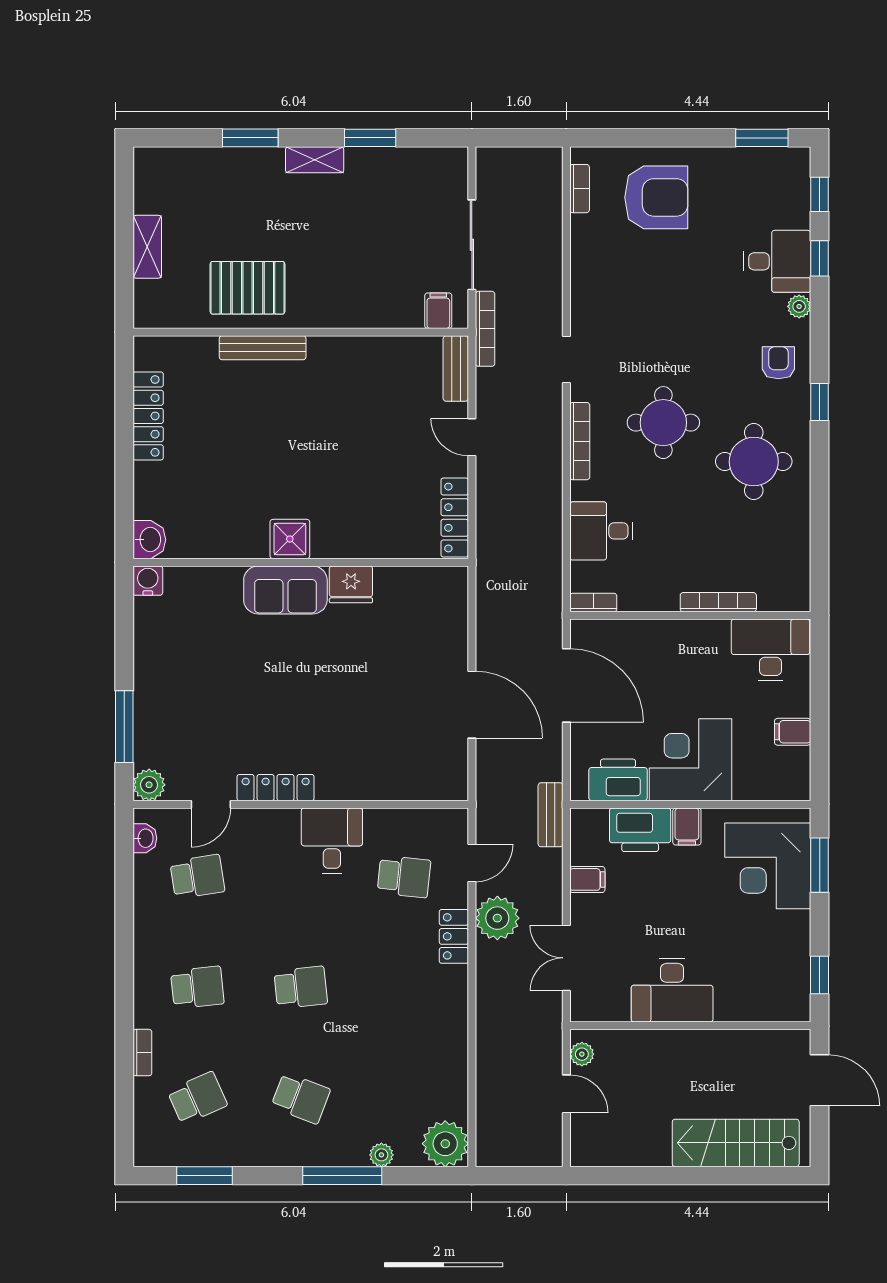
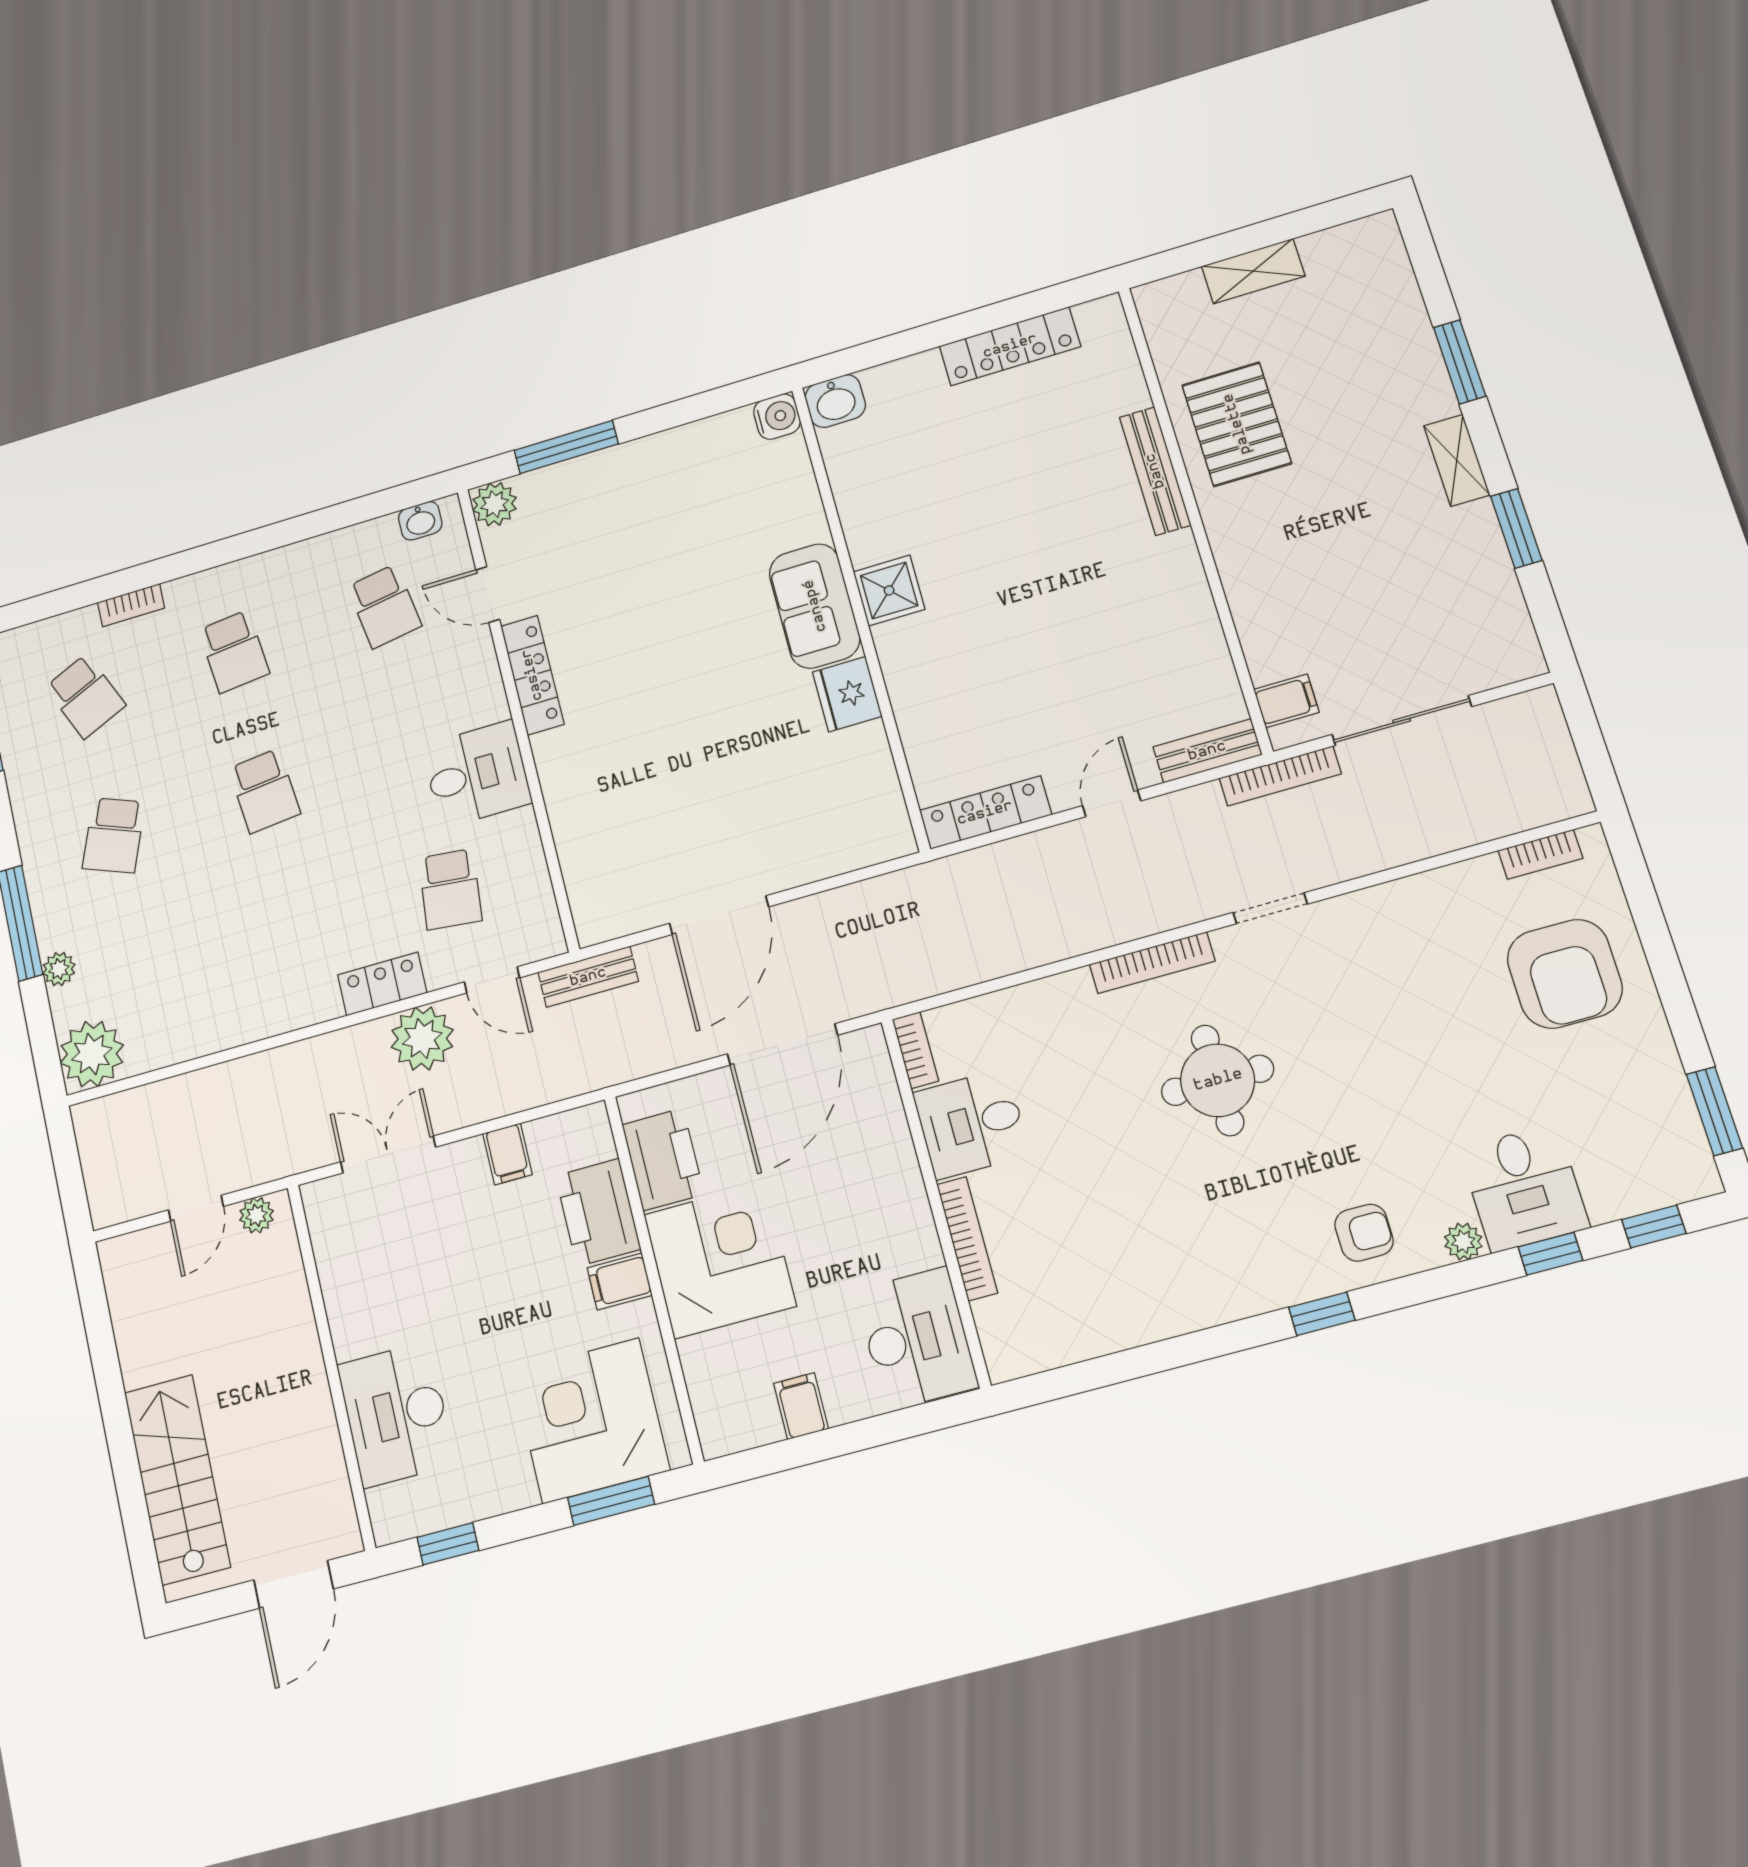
round table: (754, 462) -> (1198, 1235), removed
desk: (601, 531) -> (971, 1124), moved, turned -90
bench: (550, 815) -> (588, 977), moved
desk: (672, 990) -> (396, 1414), moved

